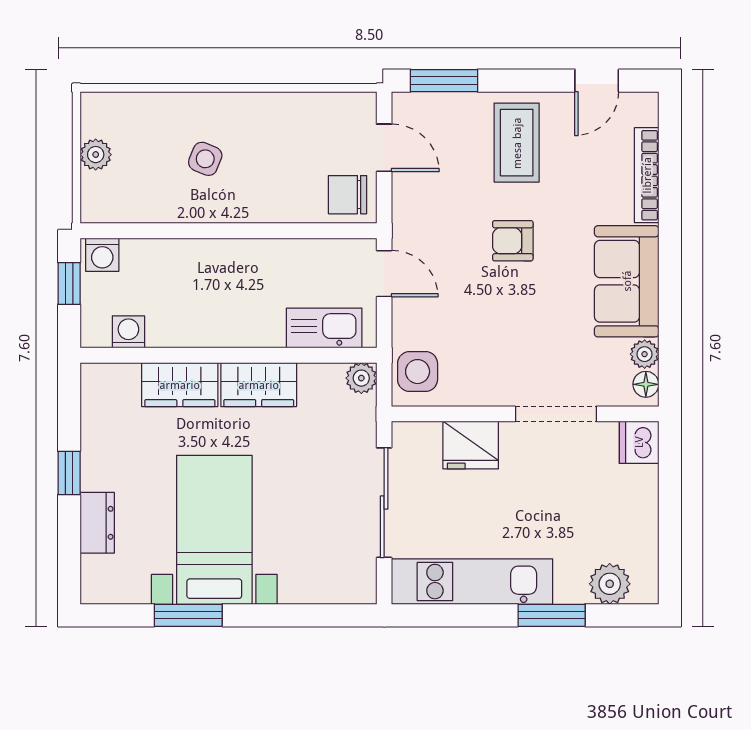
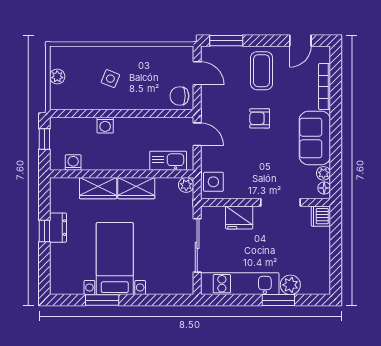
washing machine: (102, 255) -> (105, 125), moved
dresser: (97, 523) -> (58, 228), moved
plant: (610, 584) -> (290, 285), moved

